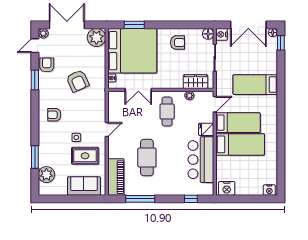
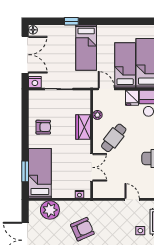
floor lamp: (208, 34) -> (34, 96), removed
plant: (96, 37) -> (50, 210), moved
armchair: (178, 43) -> (43, 127), turned 90
window: (281, 43) -> (71, 21), moved
bed: (132, 51) -> (40, 173), width x0.49
wardrobe: (195, 82) -> (83, 127), moved
cafe table: (167, 111) -> (114, 138), turned -52

